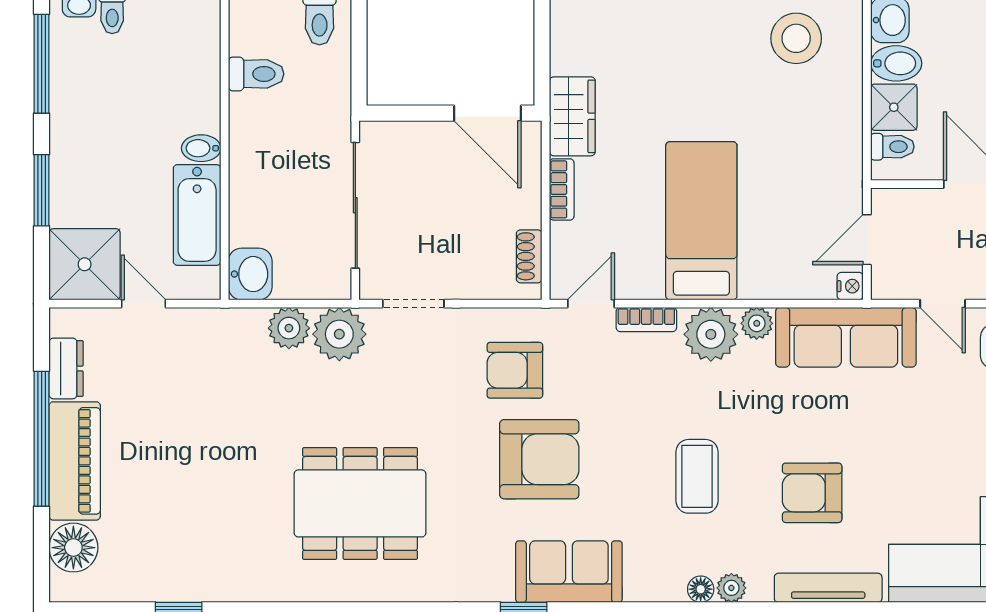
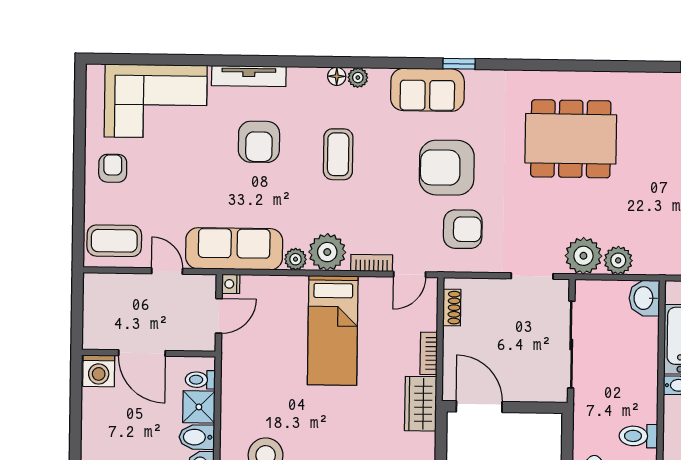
armchair: (812, 493) -> (259, 142), turned 90
plant: (731, 588) -> (358, 78), moved

